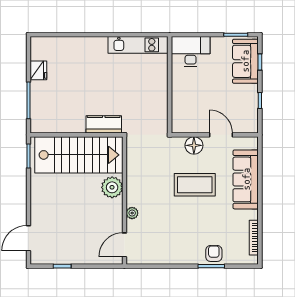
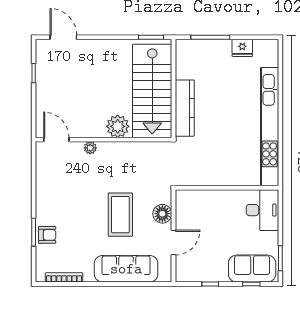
kitchen unit: (138, 45) -> (270, 127), width x1.86
kitchen counter: (104, 124) -> (185, 108), width x1.50

